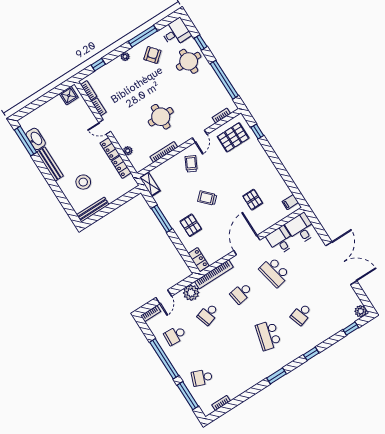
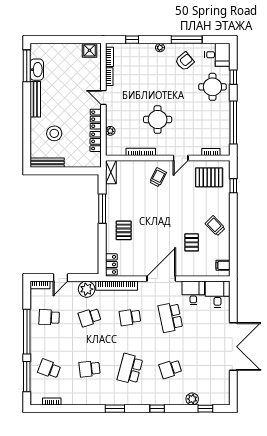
trolley: (207, 198) -> (215, 226), moved
plant: (361, 311) -> (192, 399), moved
school desk: (235, 357) -> (90, 369), added

